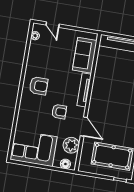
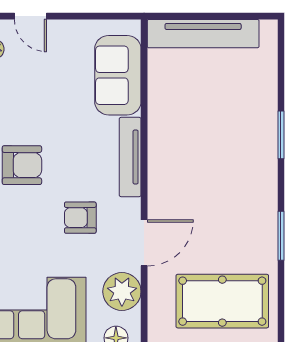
armchair: (59, 112) -> (80, 218), turned 180
door: (84, 127) -> (144, 243), hinge flipped

